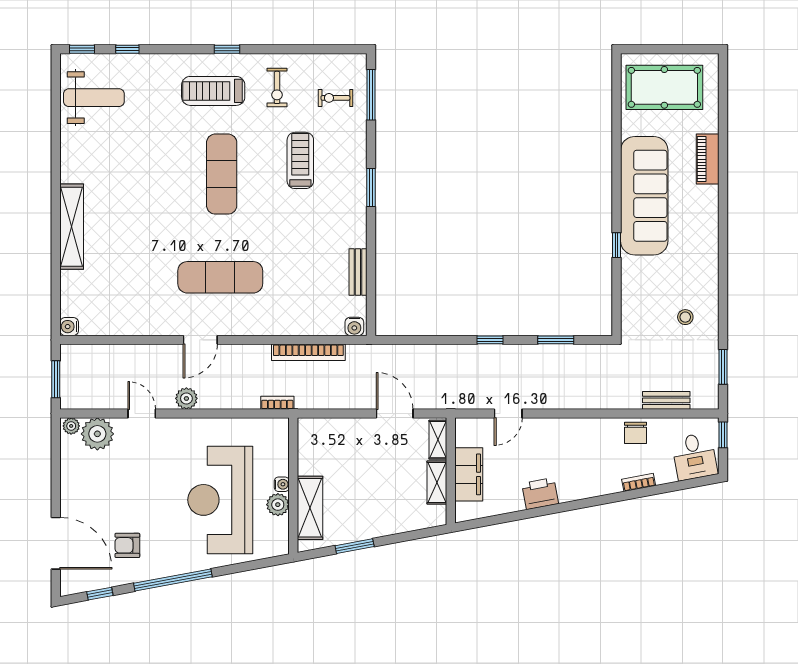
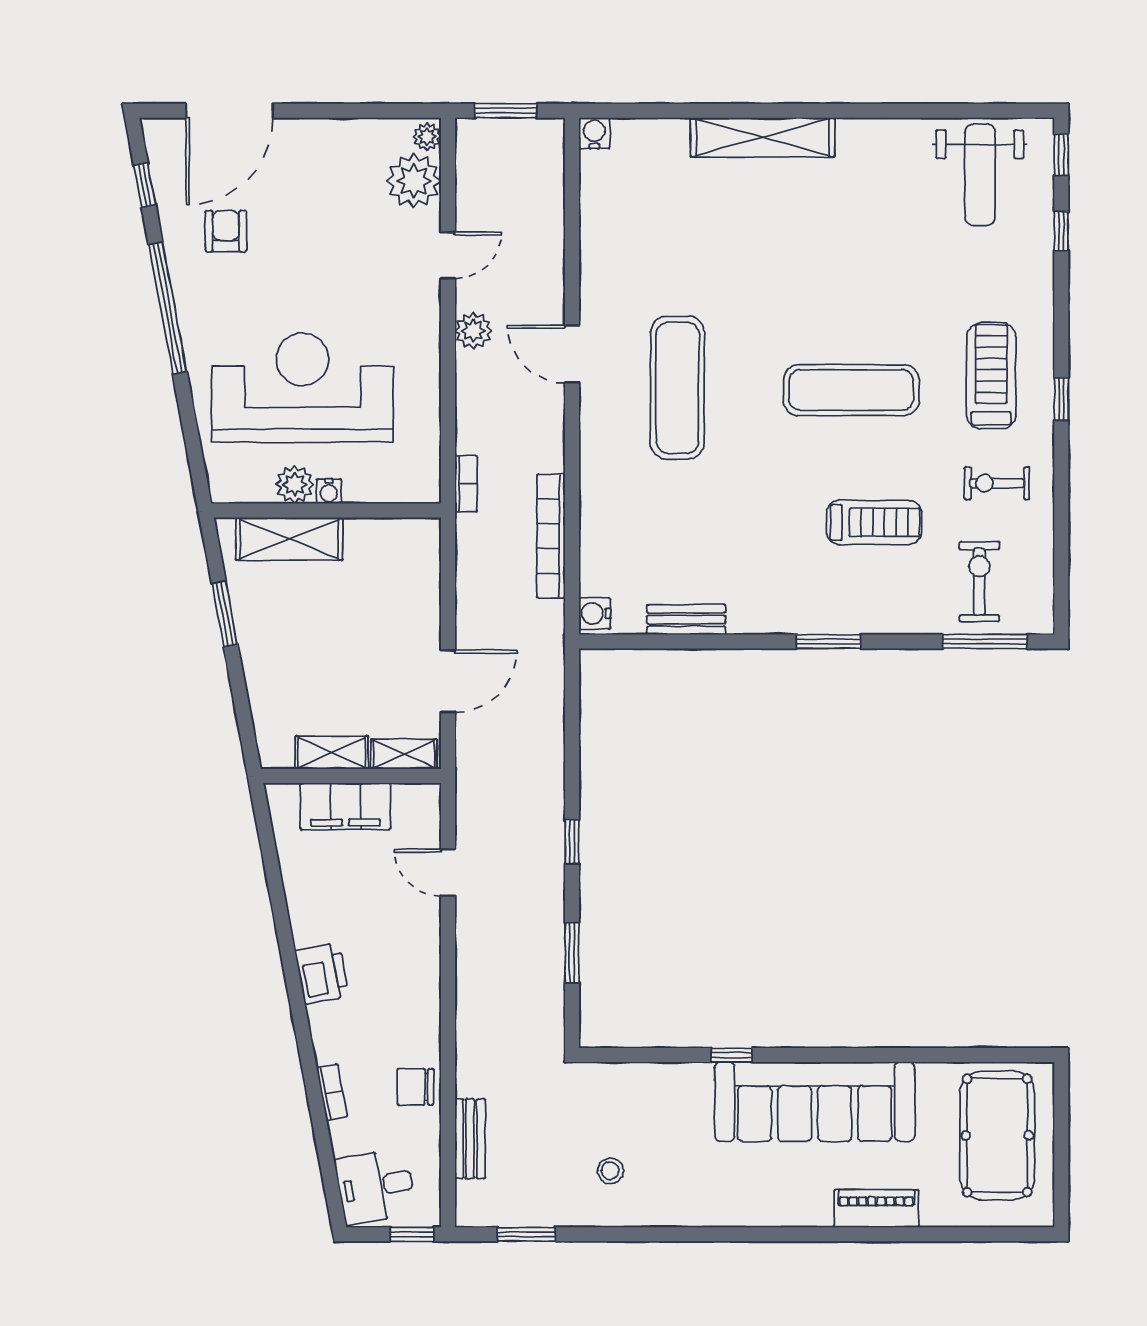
exercise bike: (335, 98) -> (979, 582), width x1.38, depth x1.39
printer: (540, 494) -> (322, 973), moved

